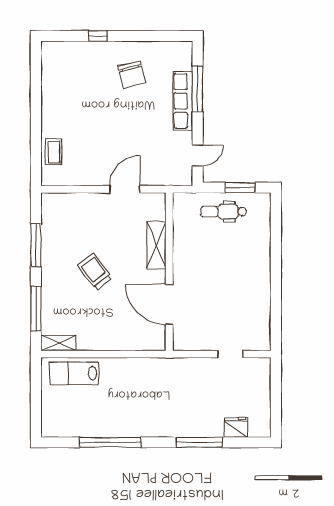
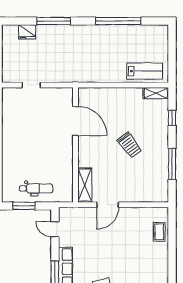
door: (198, 155) -> (55, 229), hinge flipped
shelving: (156, 245) -> (85, 185), moved
window: (36, 309) -> (172, 118), width x0.46

